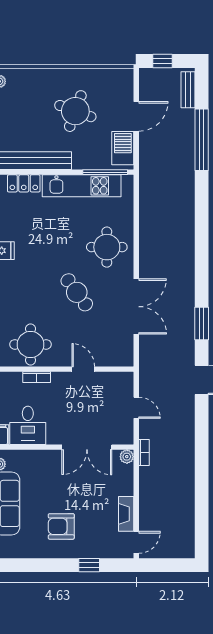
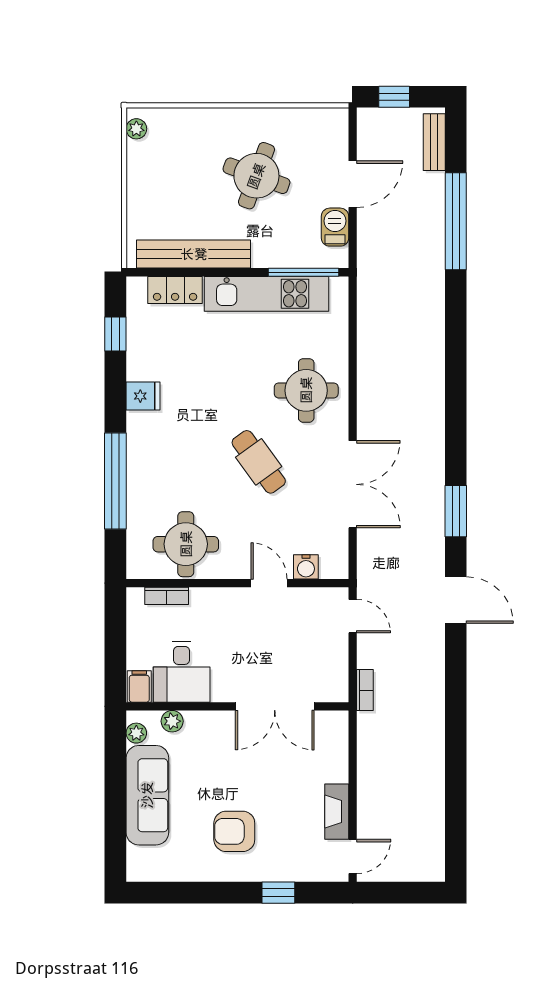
barbecue: (123, 148) -> (335, 227), width x0.73, depth x0.79
water cooler: (107, 359) -> (306, 567), added
bookcase: (37, 377) -> (167, 596), moved
door: (136, 408) -> (353, 616), moved
bookcase: (144, 452) -> (365, 690), moved
plant: (127, 457) -> (172, 721), moved

